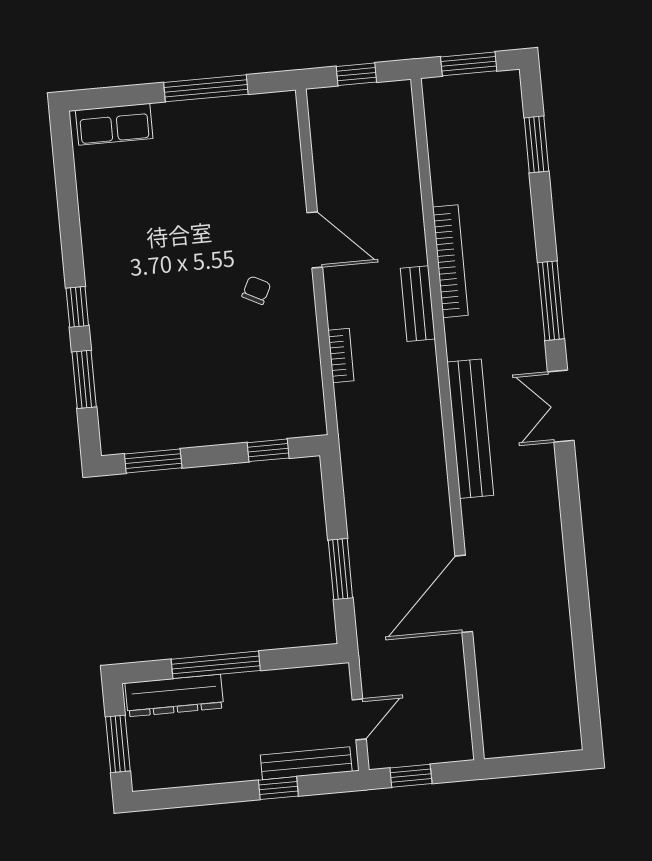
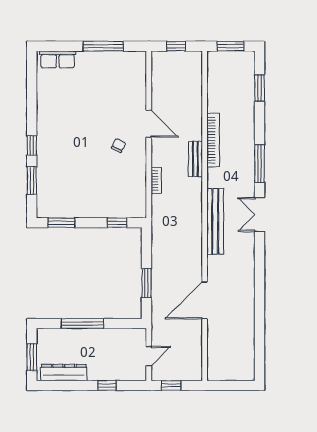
dresser: (174, 696) -> (64, 373), moved, turned 180
bench: (306, 763) -> (121, 375), removed

